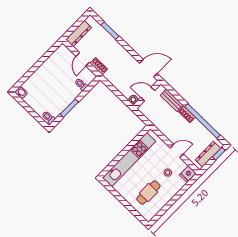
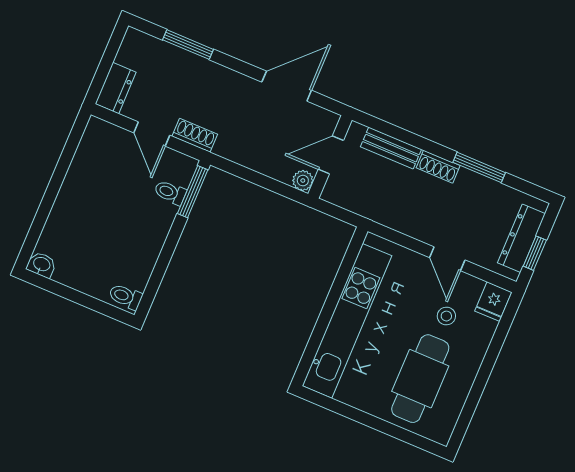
dresser: (79, 33) -> (116, 88), width x0.70
door: (148, 68) -> (287, 86), moved
window: (69, 108) -> (193, 192), moved
window: (202, 121) -> (479, 167), width x0.47
door: (177, 151) -> (447, 259), swing flipped
window: (219, 154) -> (535, 253), moved
cafe table: (148, 193) -> (420, 379), width x1.37, depth x1.35

